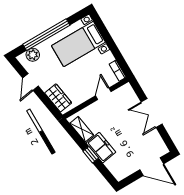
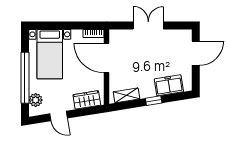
door: (103, 94) -> (106, 58), width x1.88
double door: (152, 113) -> (148, 25), swing flipped
freezer: (101, 148) -> (169, 85), moved

